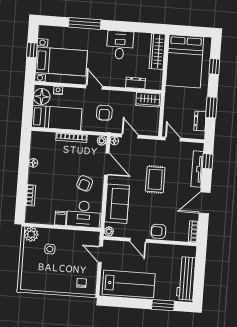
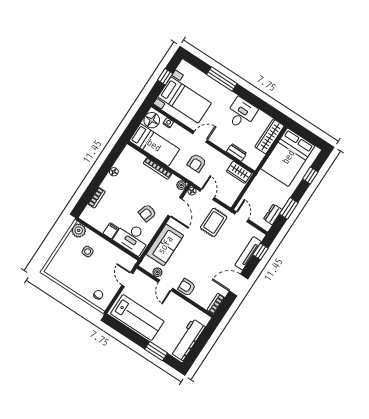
door: (94, 87) -> (200, 137), hinge flipped
rug: (155, 179) -> (214, 222), moved
plant: (109, 231) -> (157, 272), moved

